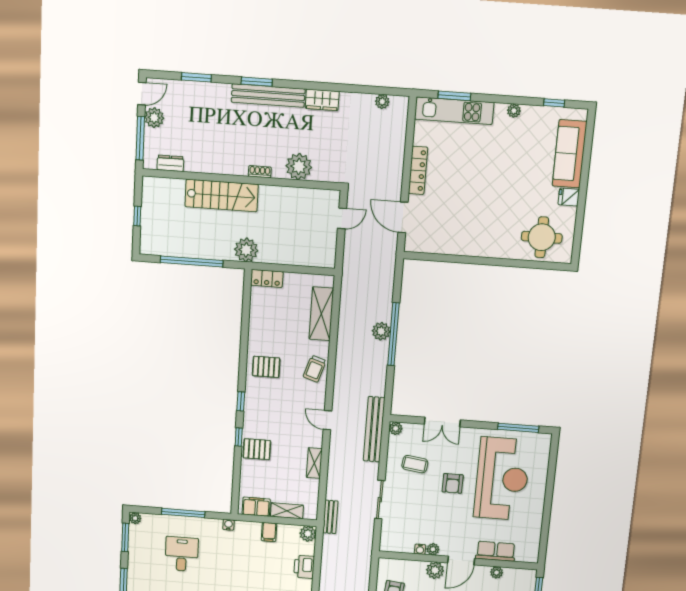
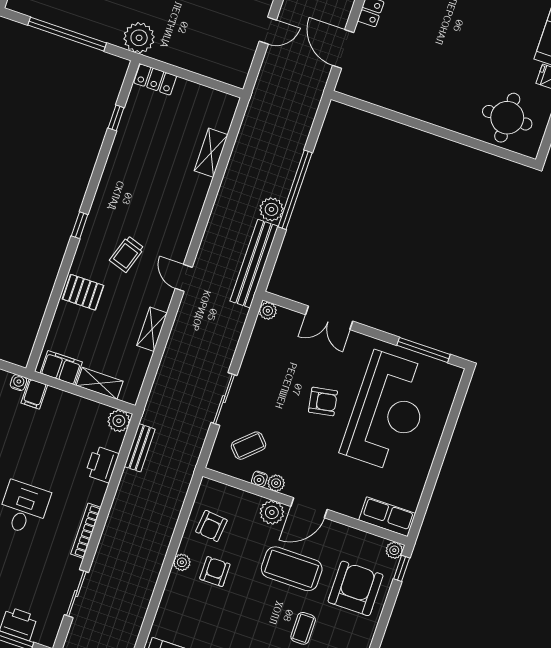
shelving: (321, 314) -> (211, 153), width x0.67, depth x0.75
plant: (381, 331) -> (271, 209), moved
pallet: (266, 367) -> (124, 190), removed
trolley: (315, 369) -> (127, 254), moved
bench: (374, 429) -> (254, 264), moved
window: (239, 437) -> (116, 118), moved
coffee table: (415, 464) -> (249, 446), moved, turned -51
armchair: (453, 483) -> (323, 401), turned -100
bench: (330, 517) -> (140, 448), moved
filing cabinet: (269, 532) -> (34, 394), moved
row of seats: (496, 551) -> (387, 517), moved
plant: (497, 572) -> (394, 550), moved

